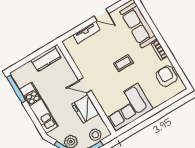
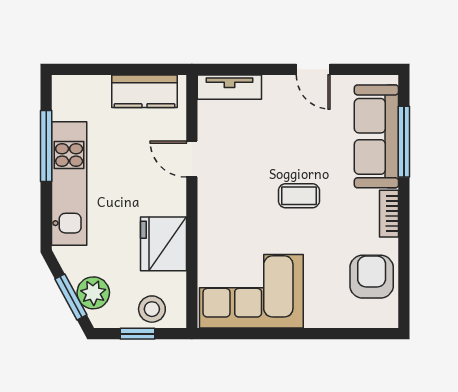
window: (149, 21) -> (404, 142), added
tv unit: (86, 32) -> (229, 87), moved
door: (85, 85) -> (192, 159), moved
window: (16, 89) -> (46, 146), moved

